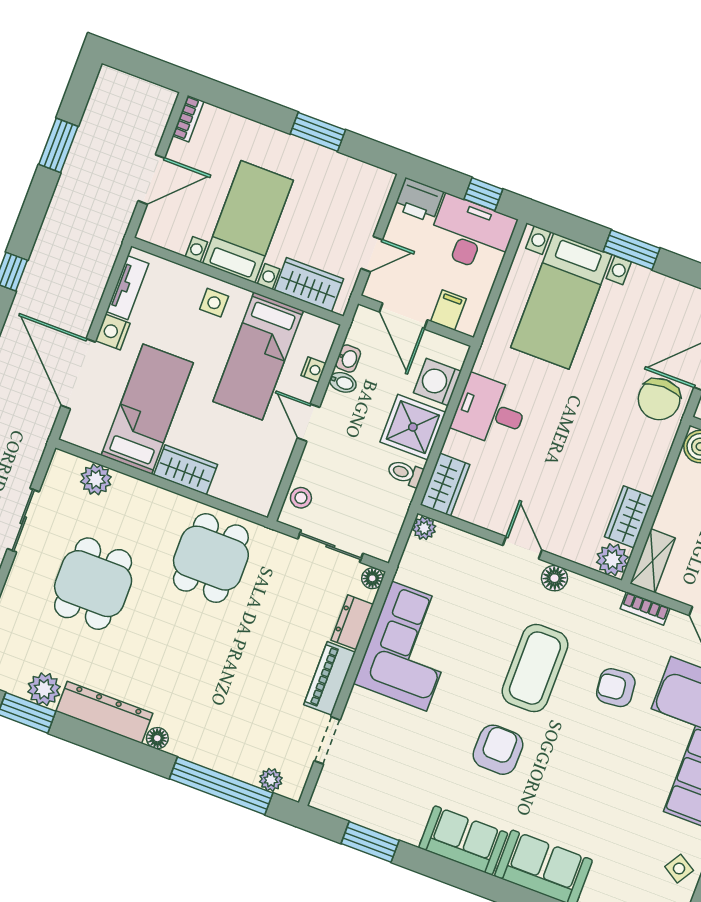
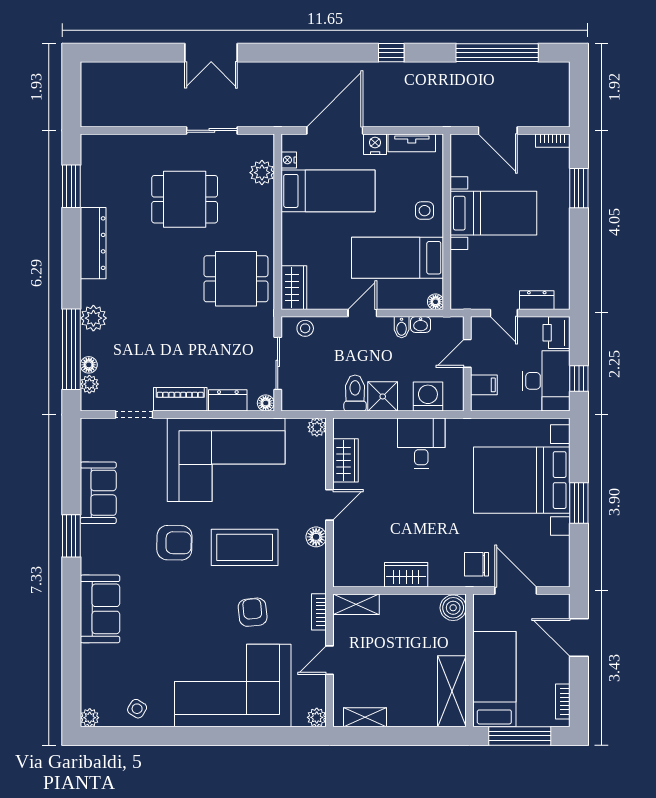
window: (318, 132) -> (579, 188), moved
window: (58, 145) -> (497, 53), width x2.11
dresser: (371, 209) -> (537, 300), added
wardrobe: (309, 285) -> (464, 275), removed
bed with nightstands: (561, 301) -> (522, 480), width x1.36
door: (403, 316) -> (467, 353), width x0.73
floor lamp: (328, 330) -> (436, 302), added
nightstand: (314, 370) -> (289, 160), moved, turned 90
chair: (659, 399) -> (477, 564), width x0.73, depth x0.73
shower: (413, 427) -> (383, 396), width x0.73, depth x0.73
wardrobe: (186, 470) -> (294, 288), moved
toilet: (405, 473) -> (355, 393), width x1.37, depth x1.39
wardrobe: (445, 485) -> (346, 460), moved, turned -90
wardrobe: (629, 517) -> (406, 575), moved
plant: (612, 560) -> (346, 574), removed
corner sofa: (409, 646) -> (226, 460), width x1.36, depth x1.36
plant: (44, 689) -> (93, 318), moved
floor lamp: (157, 738) -> (89, 365), moved
sofa: (463, 840) -> (98, 493), moved
window: (370, 842) -> (71, 536), moved

